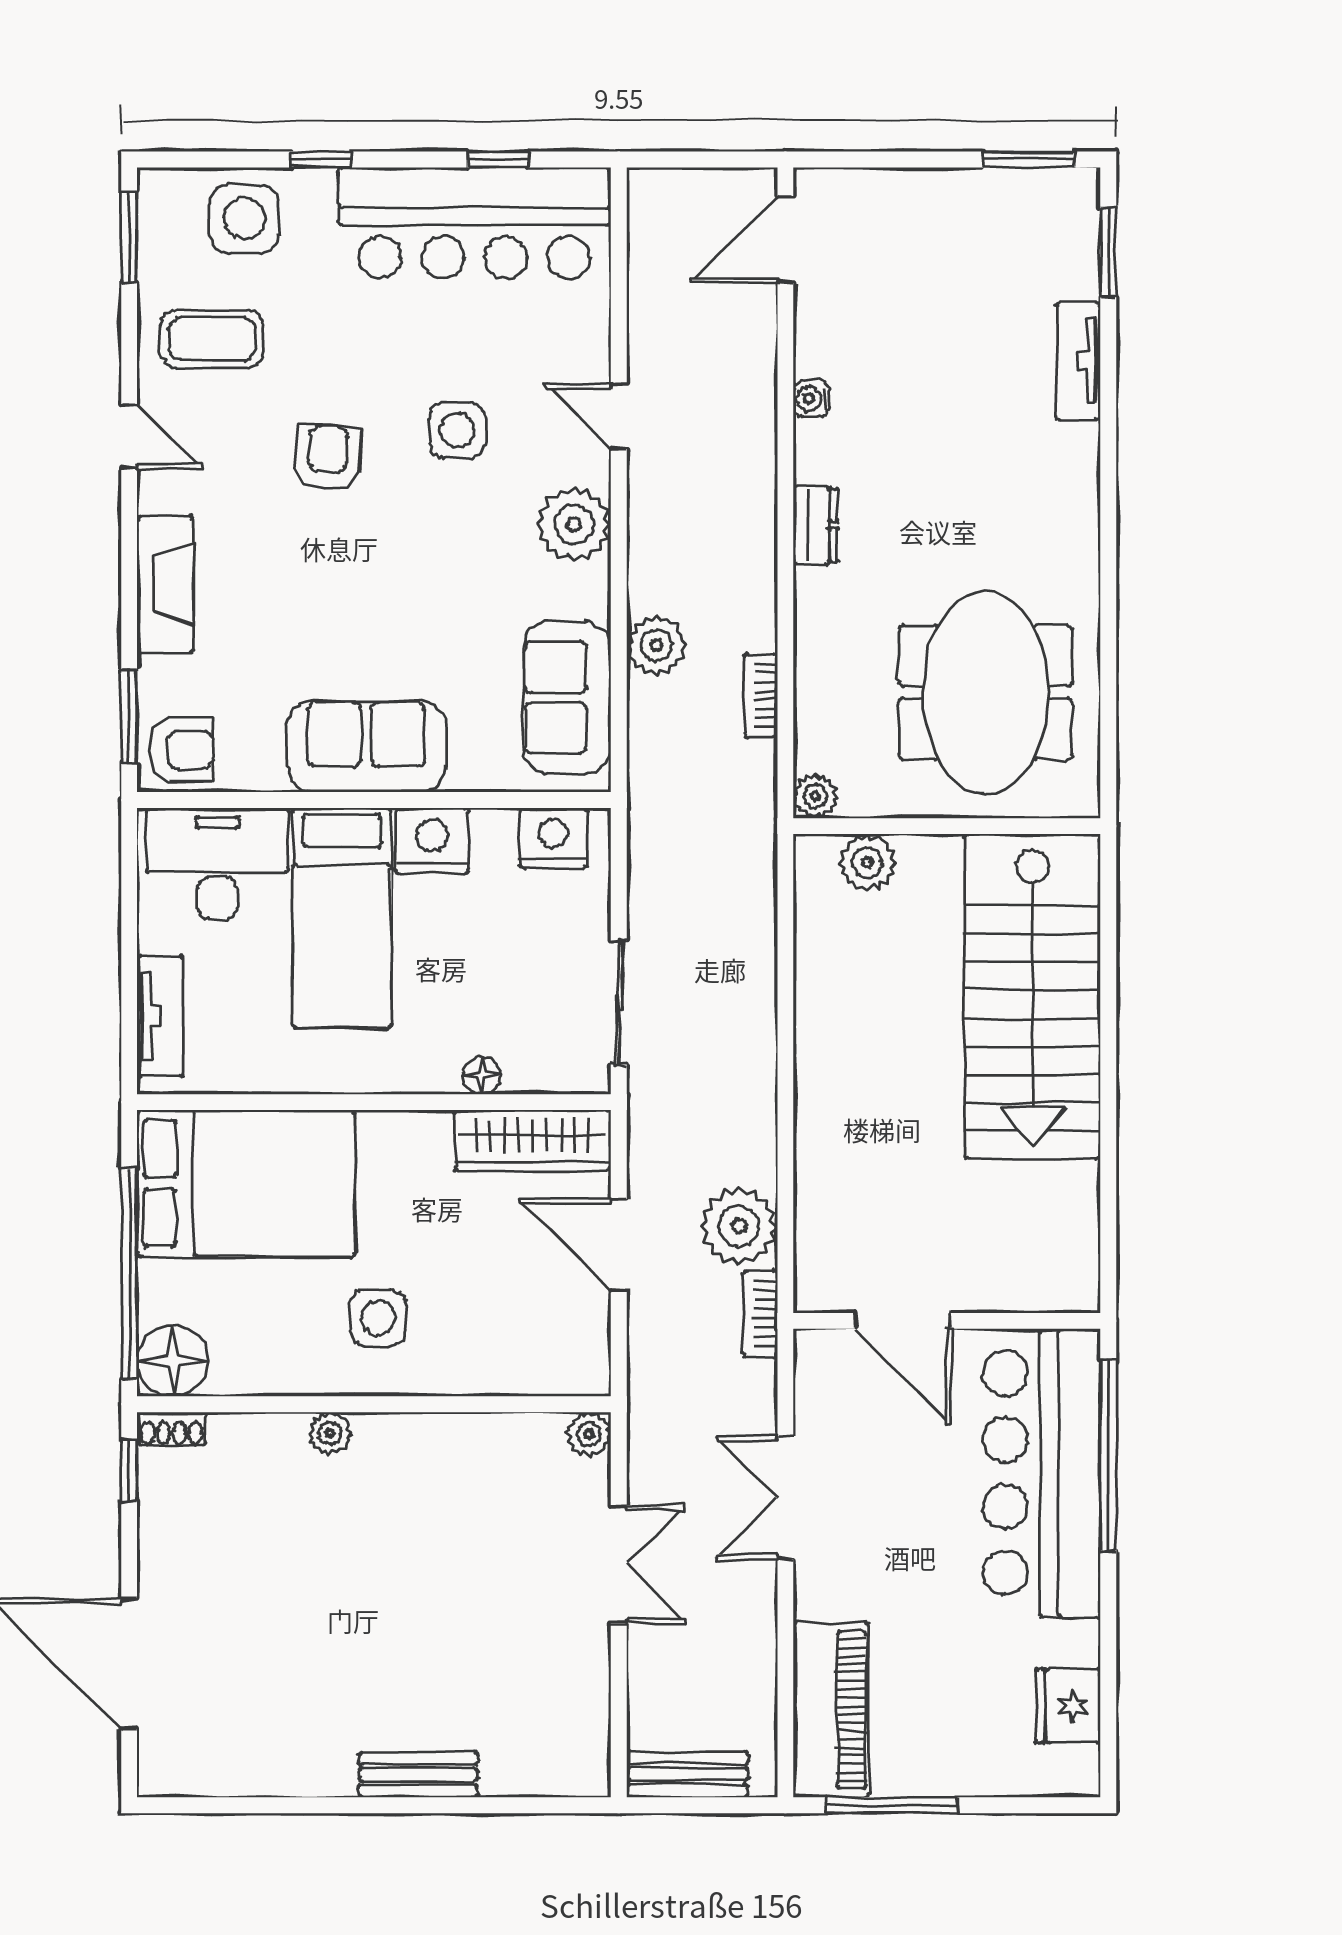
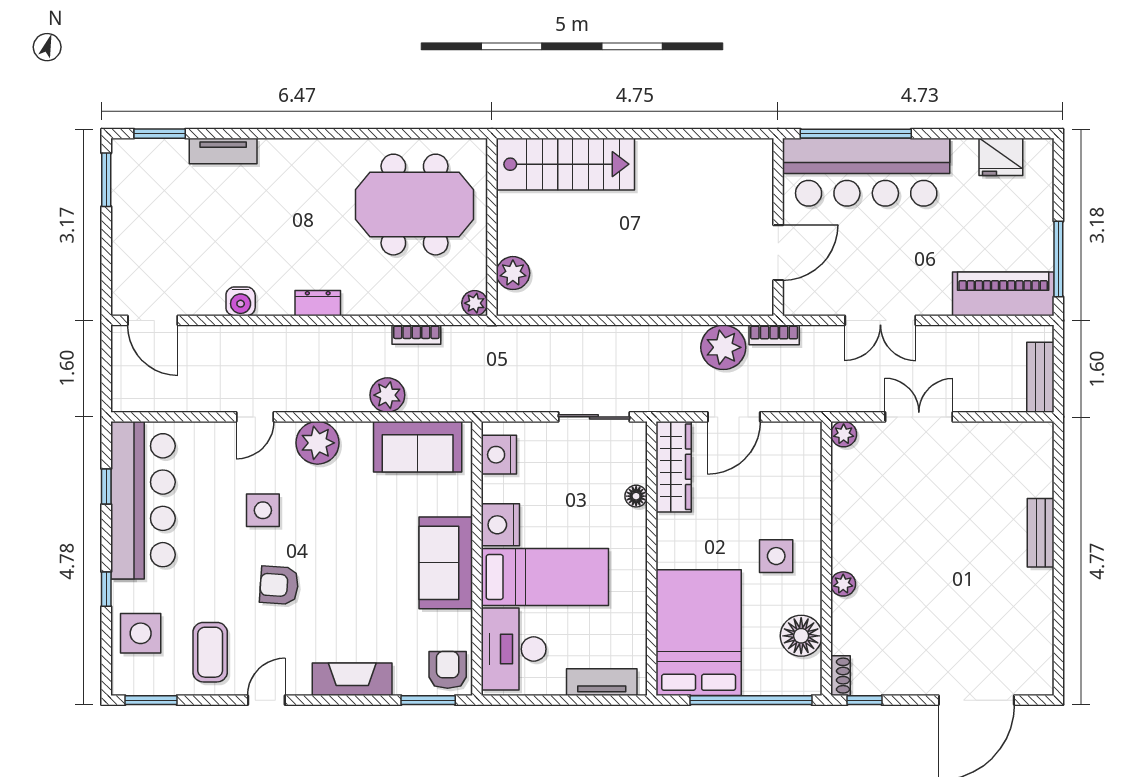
water cooler: (811, 399) -> (241, 301), width x1.38, depth x1.38
stairs: (1033, 997) -> (565, 164), width x0.73, depth x0.66
floor lamp: (173, 1361) -> (801, 636), moved

